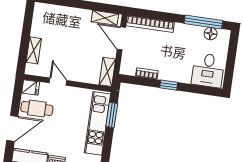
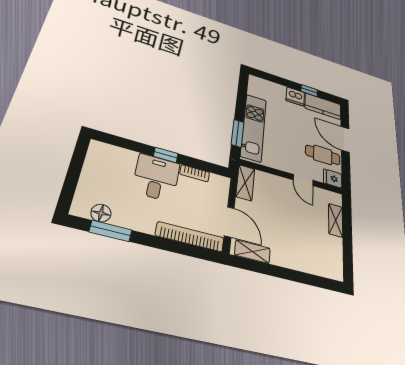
window: (203, 22) -> (111, 231), width x0.69
desk: (208, 70) -> (156, 177), moved
door: (12, 128) -> (345, 139), hinge flipped

